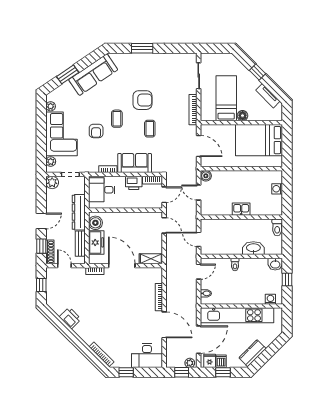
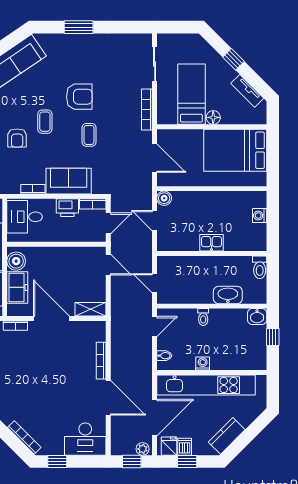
washing machine: (270, 299) -> (203, 364), moved

